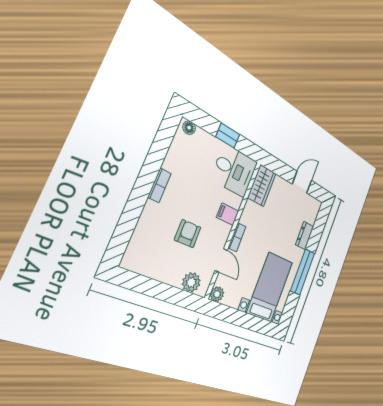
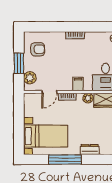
armchair: (188, 234) -> (38, 49), moved
window: (164, 292) -> (19, 63), added
plant: (217, 294) -> (88, 98), moved

